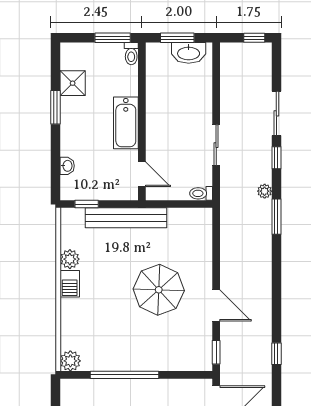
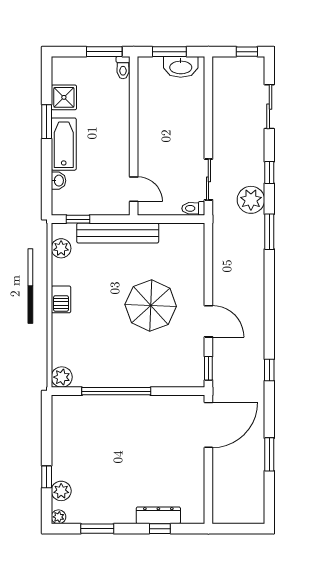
sliding door: (276, 113) -> (269, 107), moved
bathtub: (126, 123) -> (64, 144), moved, turned 180
sliding door: (216, 145) -> (208, 179), moved
plant: (265, 191) -> (251, 200), width x1.87, depth x1.87
plant: (70, 259) -> (61, 248), moved

